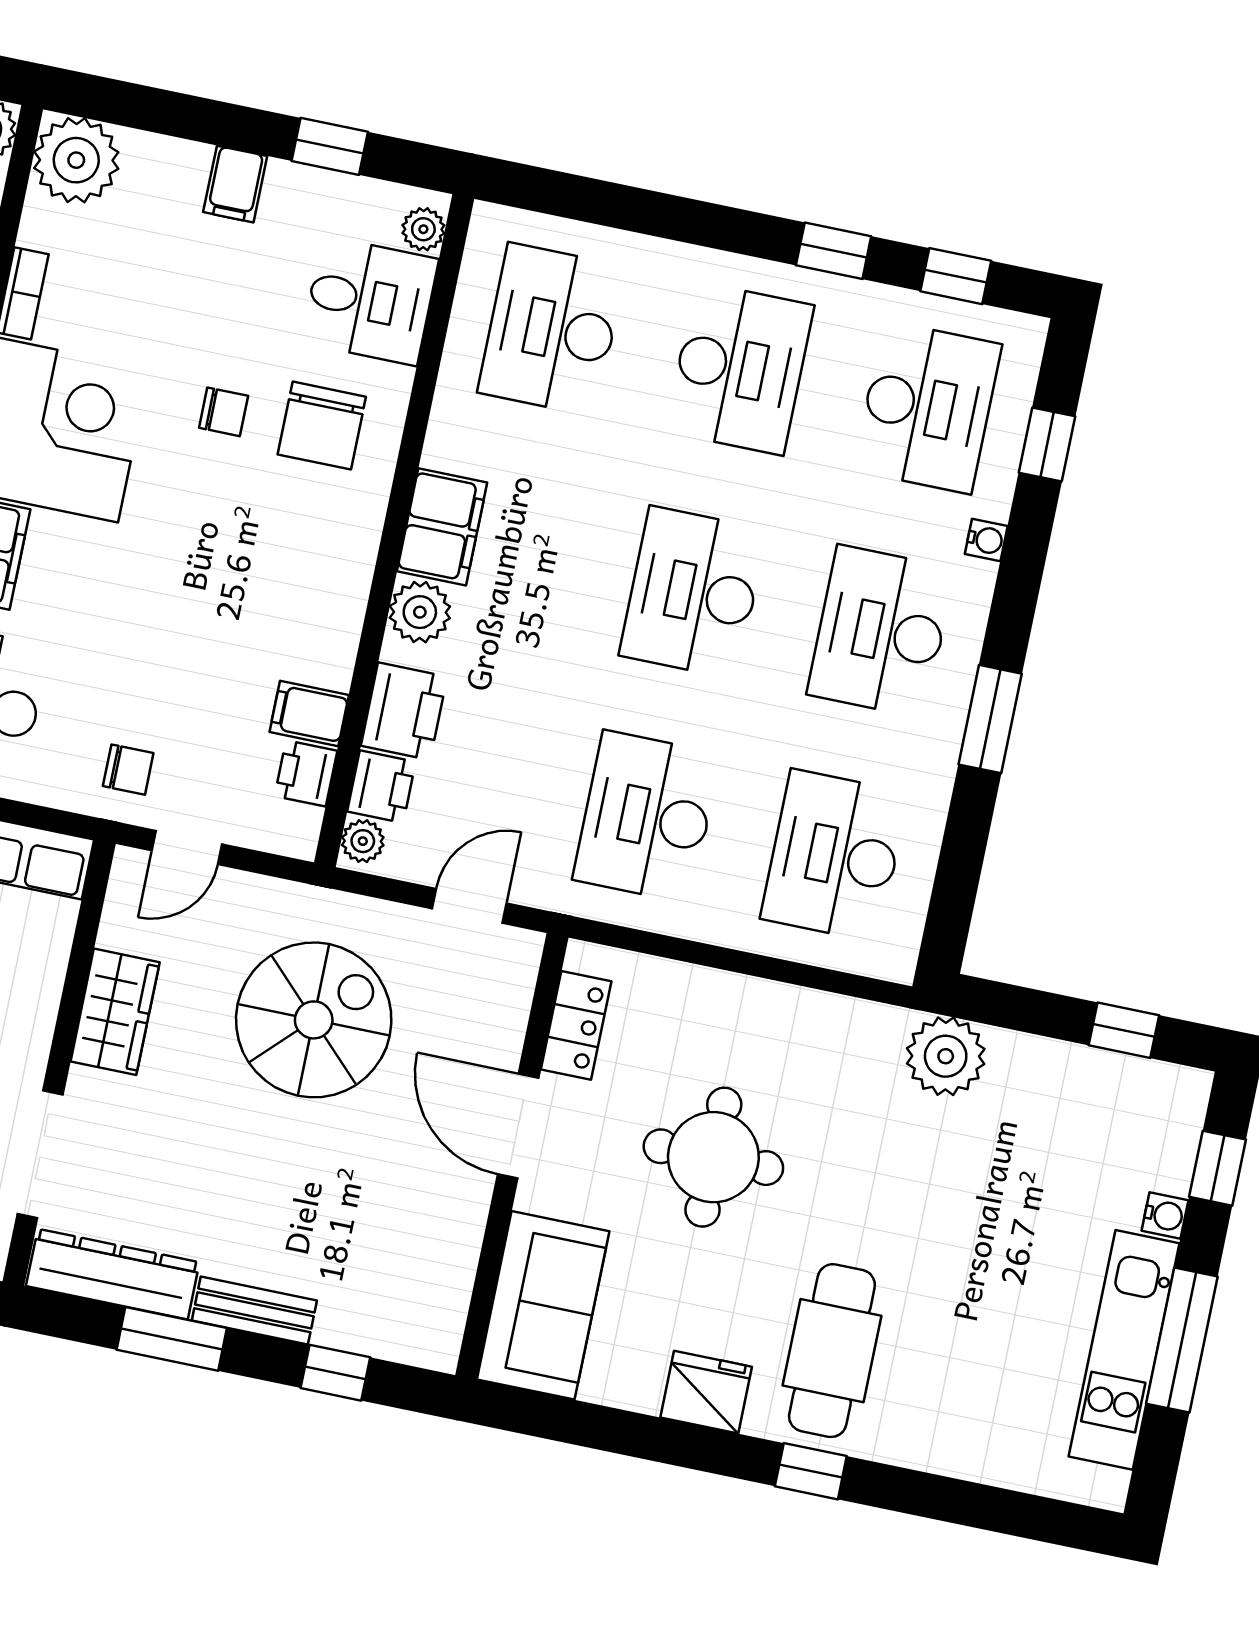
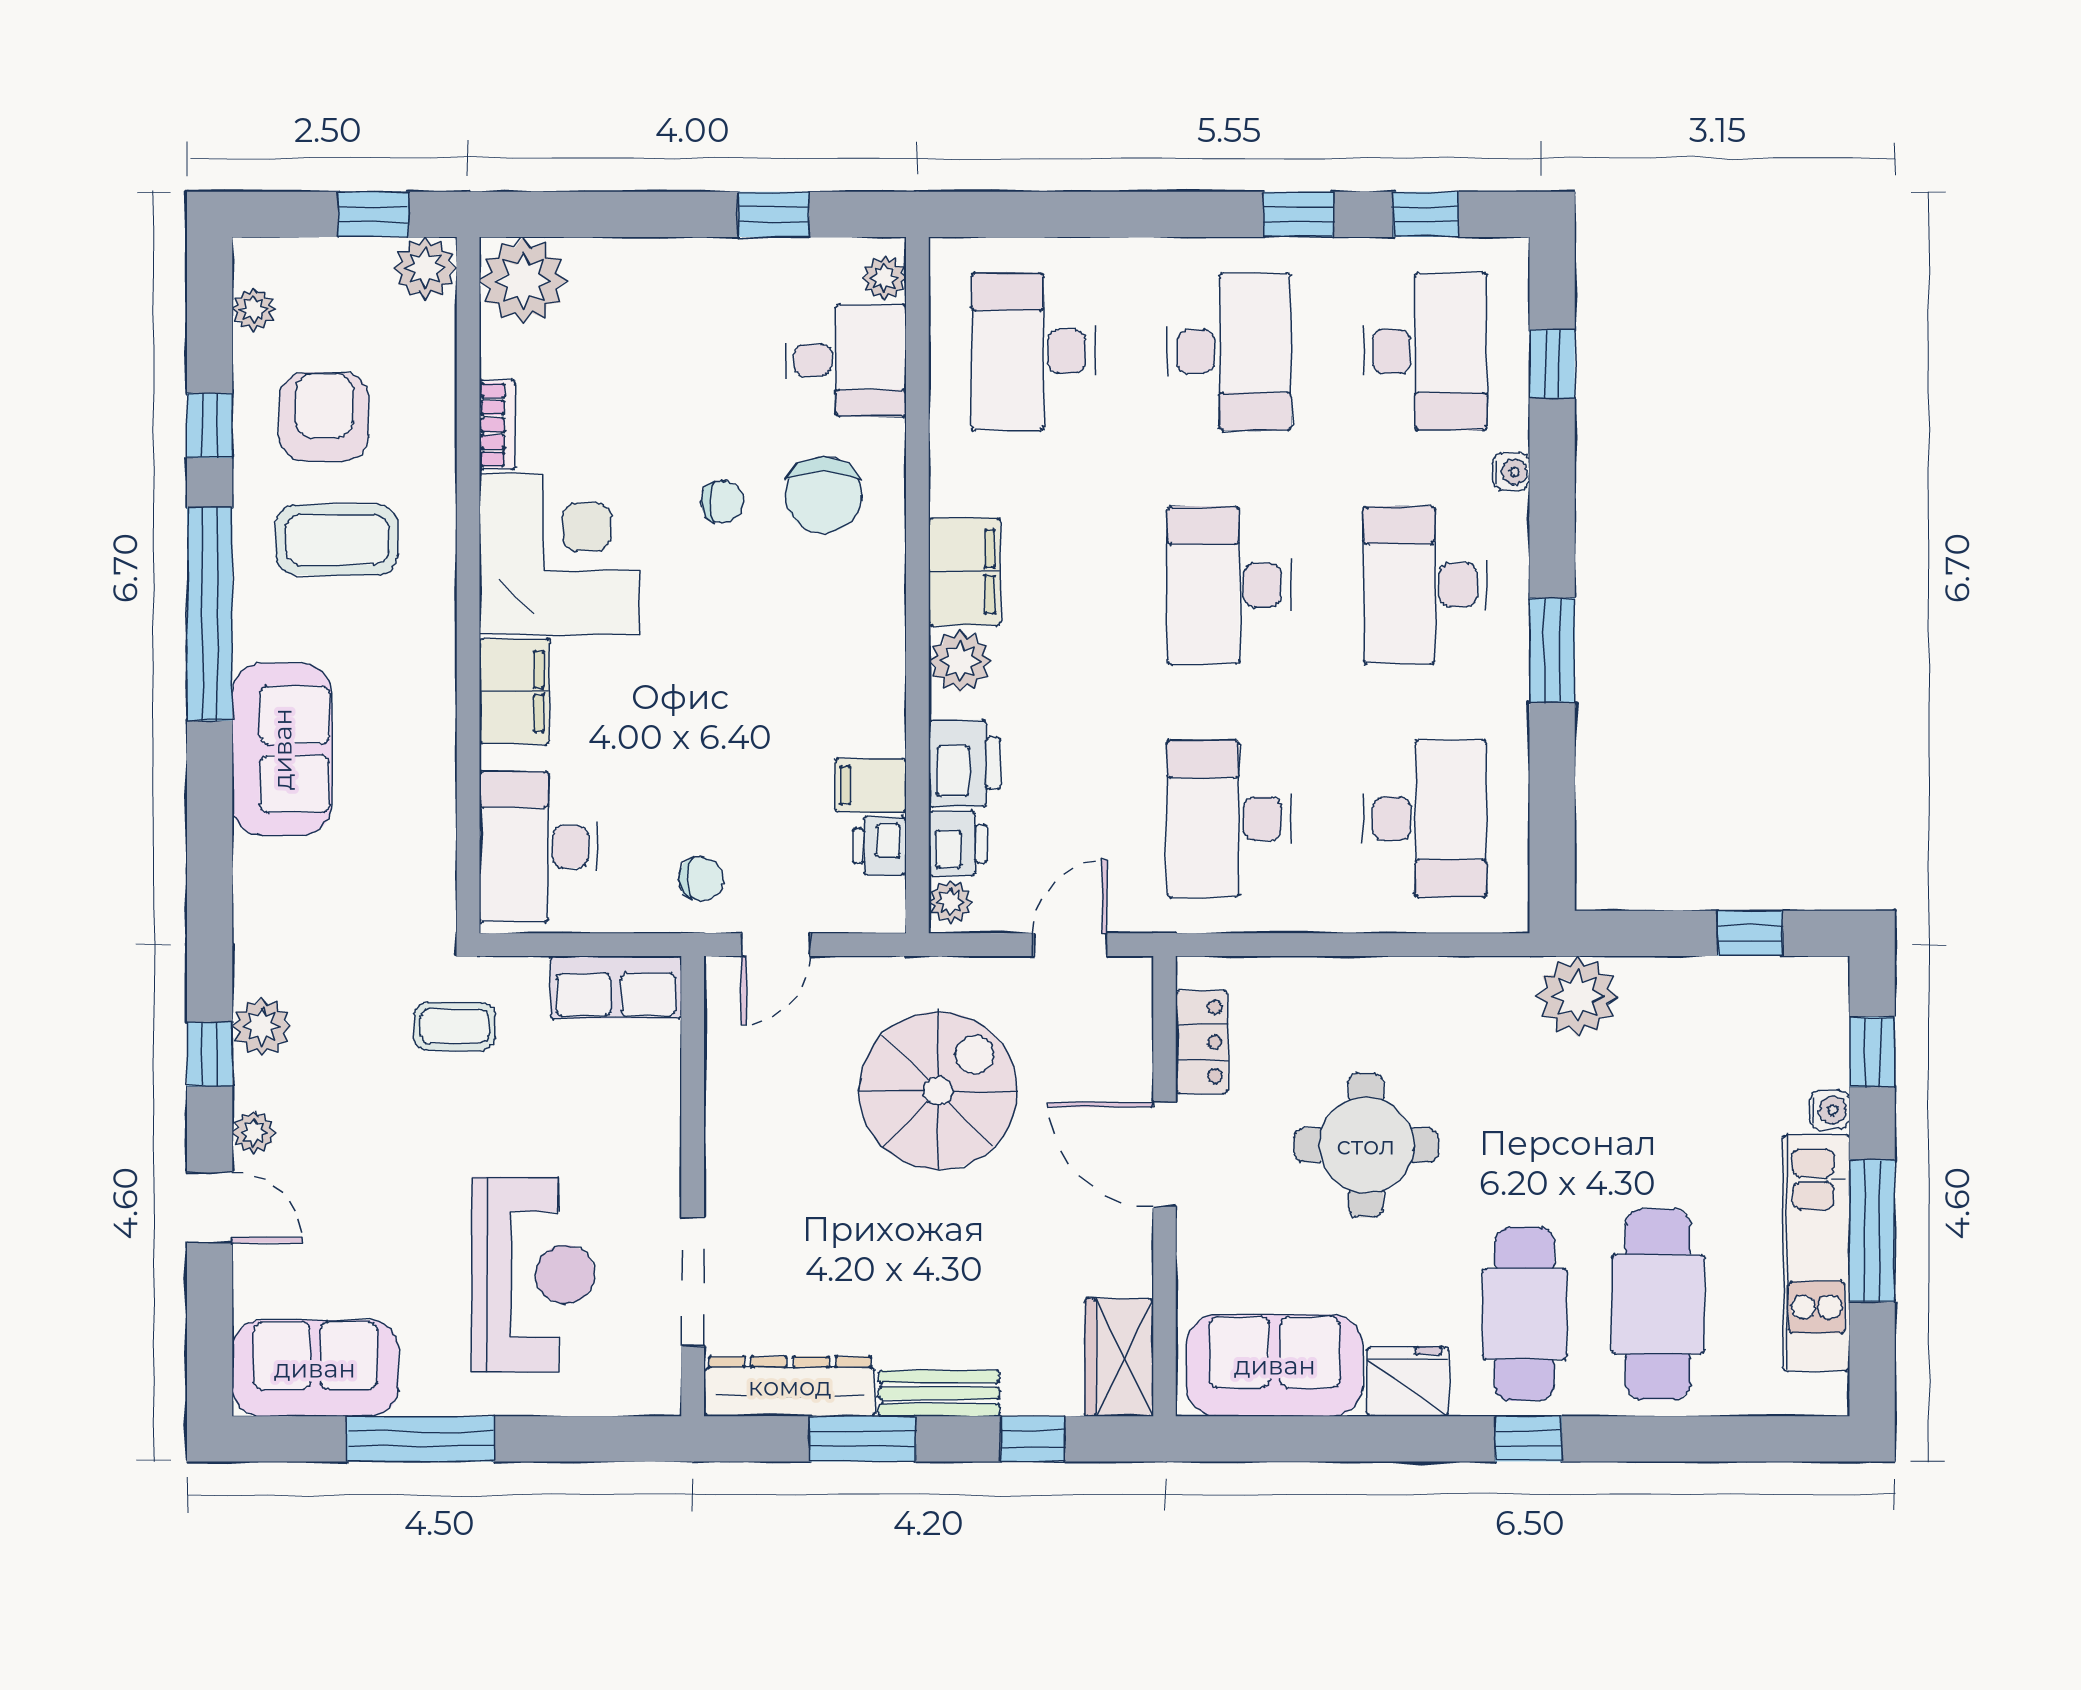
filing cabinet: (235, 184) -> (687, 272), removed
desk: (835, 856) -> (1425, 819), turned 180
wardrobe: (115, 1012) -> (1119, 1357), moved, turned 180
sofa: (543, 1305) -> (1275, 1365), moved, turned -90
cafe table: (962, 1368) -> (1658, 1304), added

